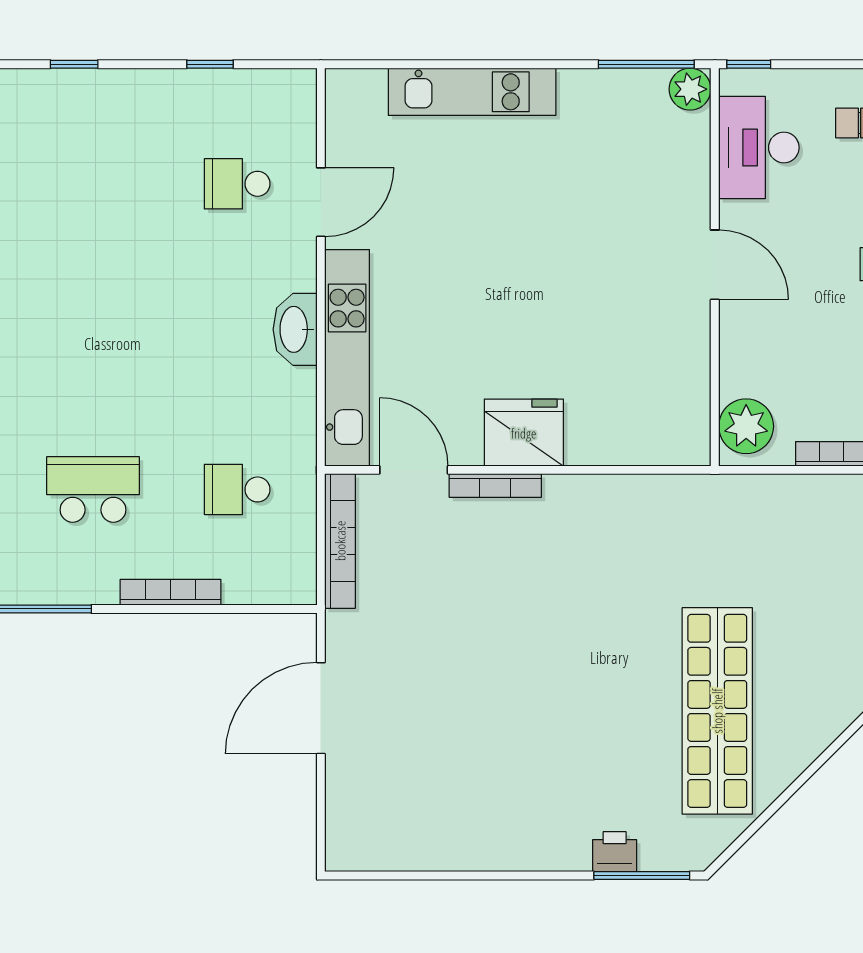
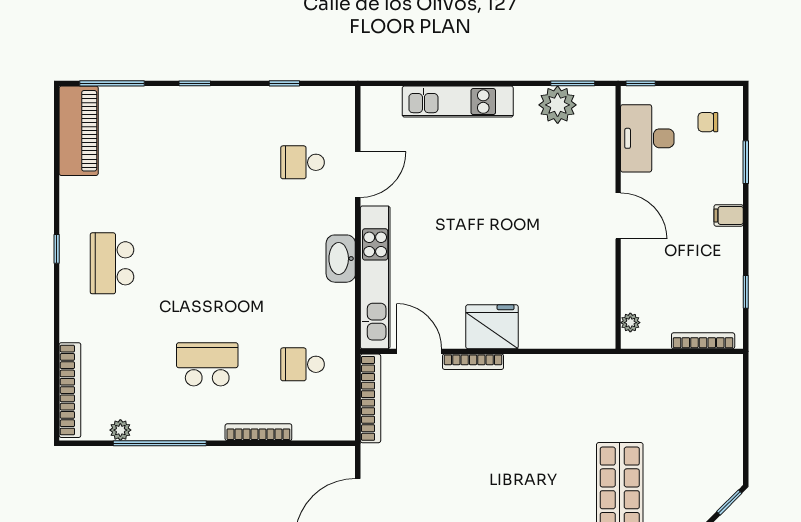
window: (646, 64) -> (573, 83), width x0.69
plant: (690, 89) -> (558, 105), moved, width x1.36, depth x1.36
plant: (746, 426) -> (630, 323), width x0.53, depth x0.53

